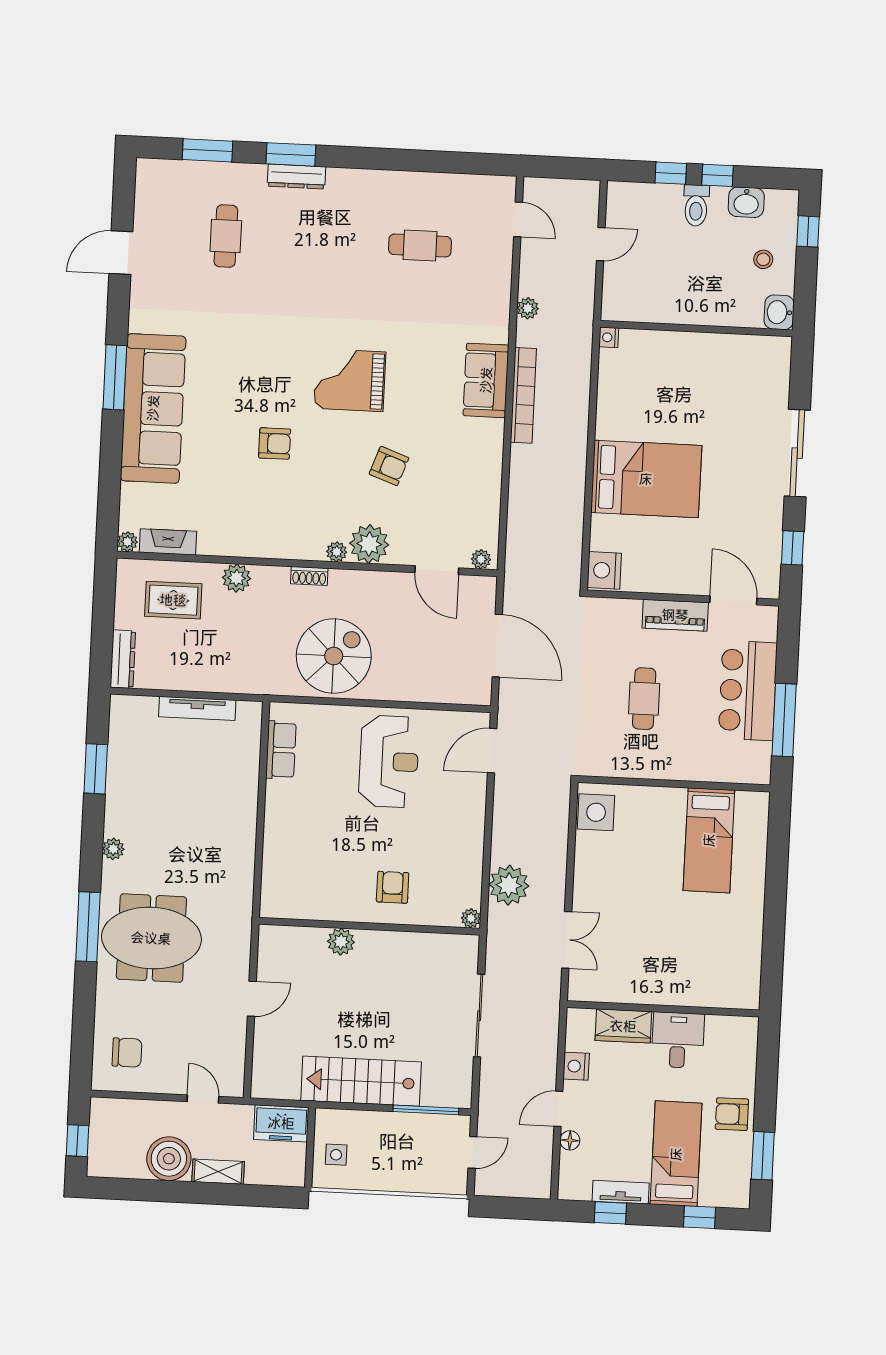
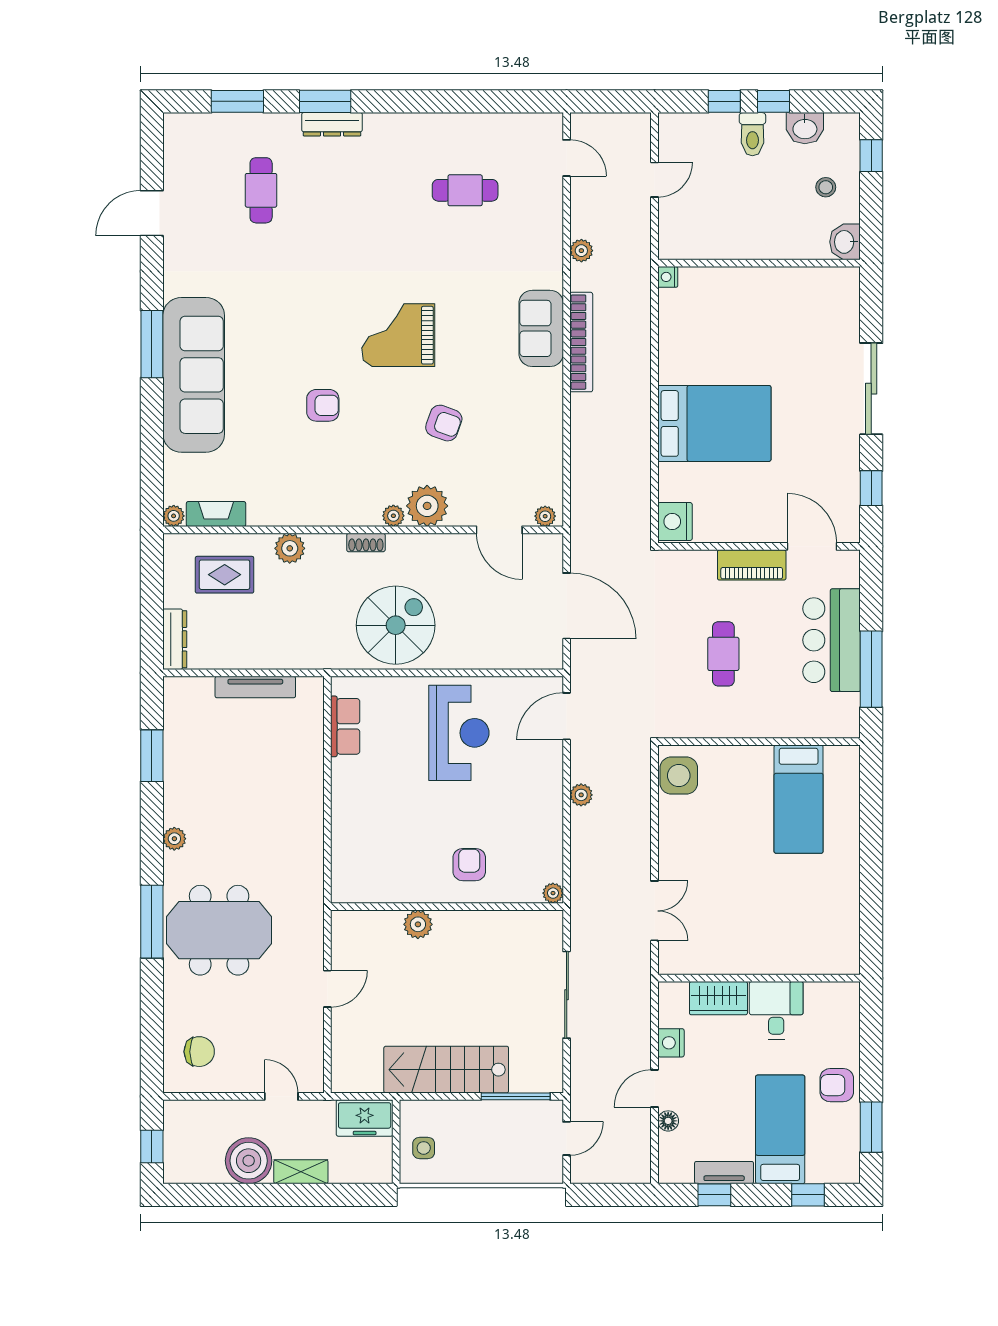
plant: (509, 885) -> (581, 795), moved, width x0.53, depth x0.53

